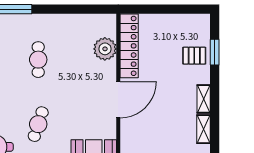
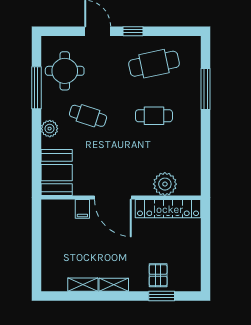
filing cabinet: (129, 130) -> (82, 209), added

